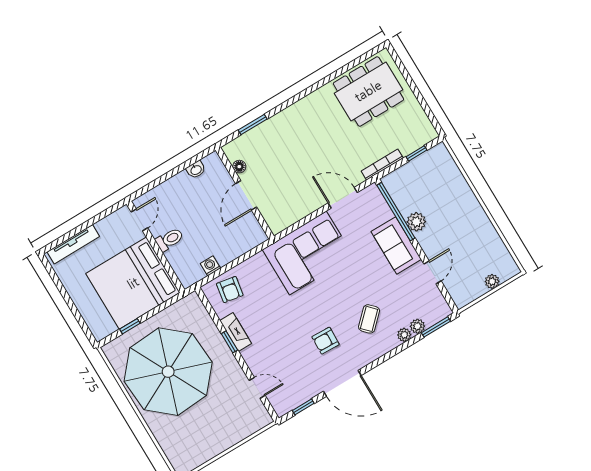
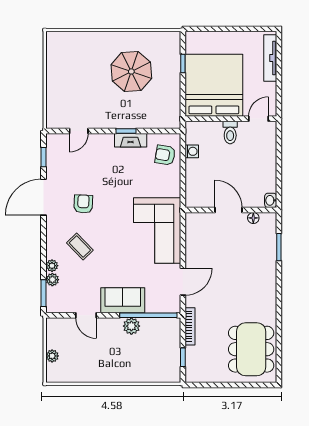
washbasin: (196, 170) -> (271, 200), moved
door: (139, 220) -> (259, 119), swing flipped
parasol: (168, 372) -> (131, 71), width x0.54, depth x0.54

